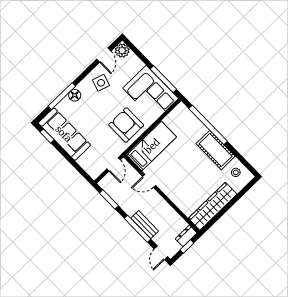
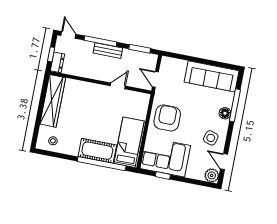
window: (163, 79) -> (163, 175), width x0.46
armchair: (126, 125) -> (167, 118), turned -90
window: (47, 136) -> (224, 65), removed
bed: (152, 146) -> (129, 142), moved, turned 180
cot: (216, 150) -> (97, 151), moved
bench: (145, 225) -> (108, 51), moved

